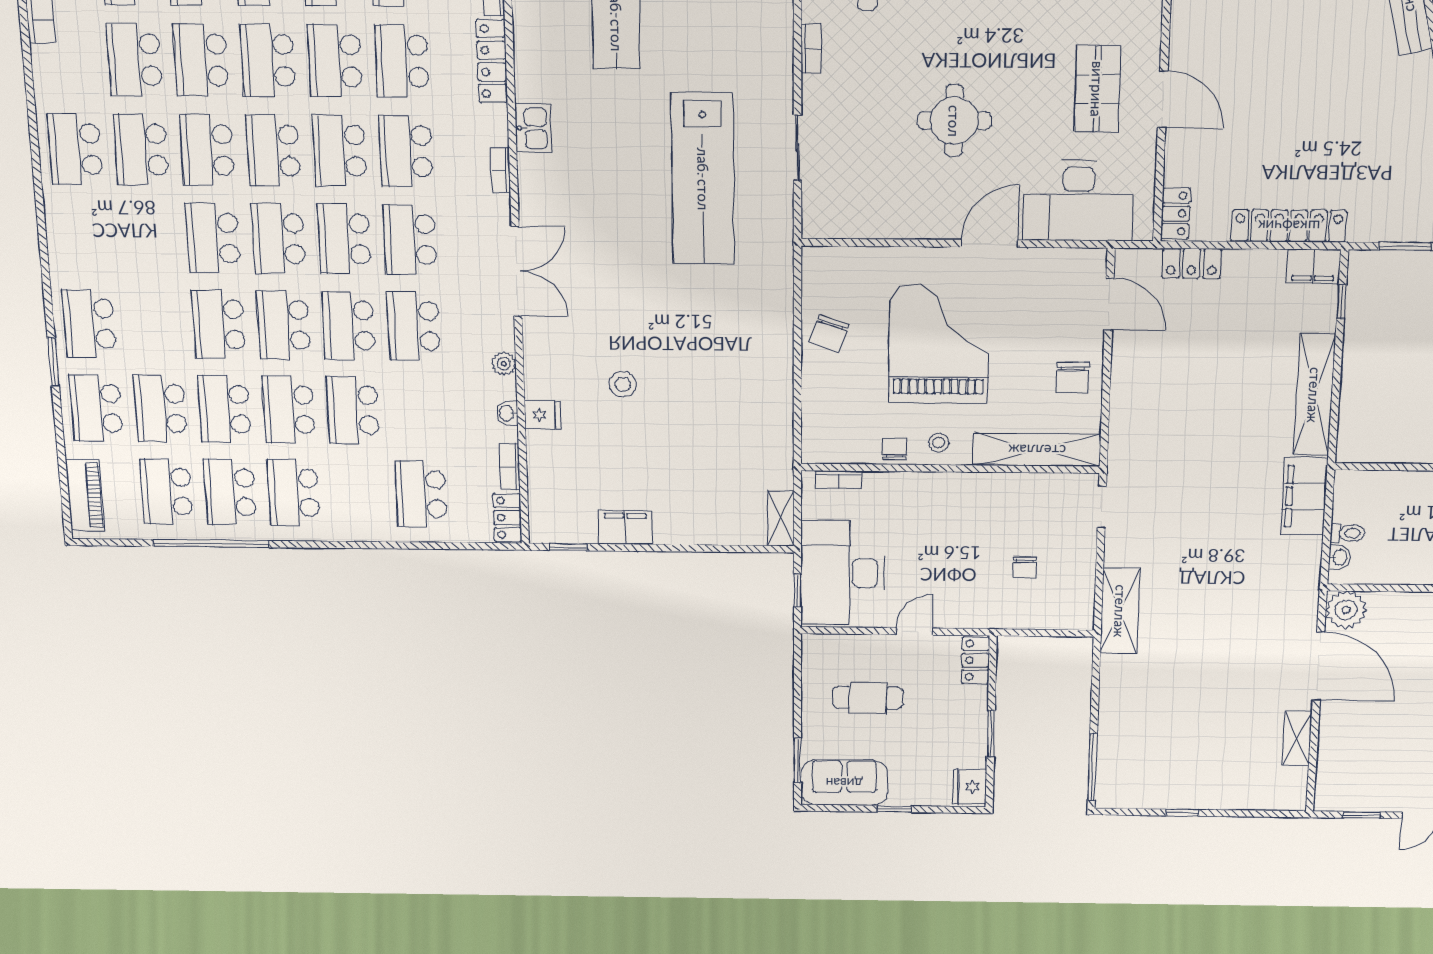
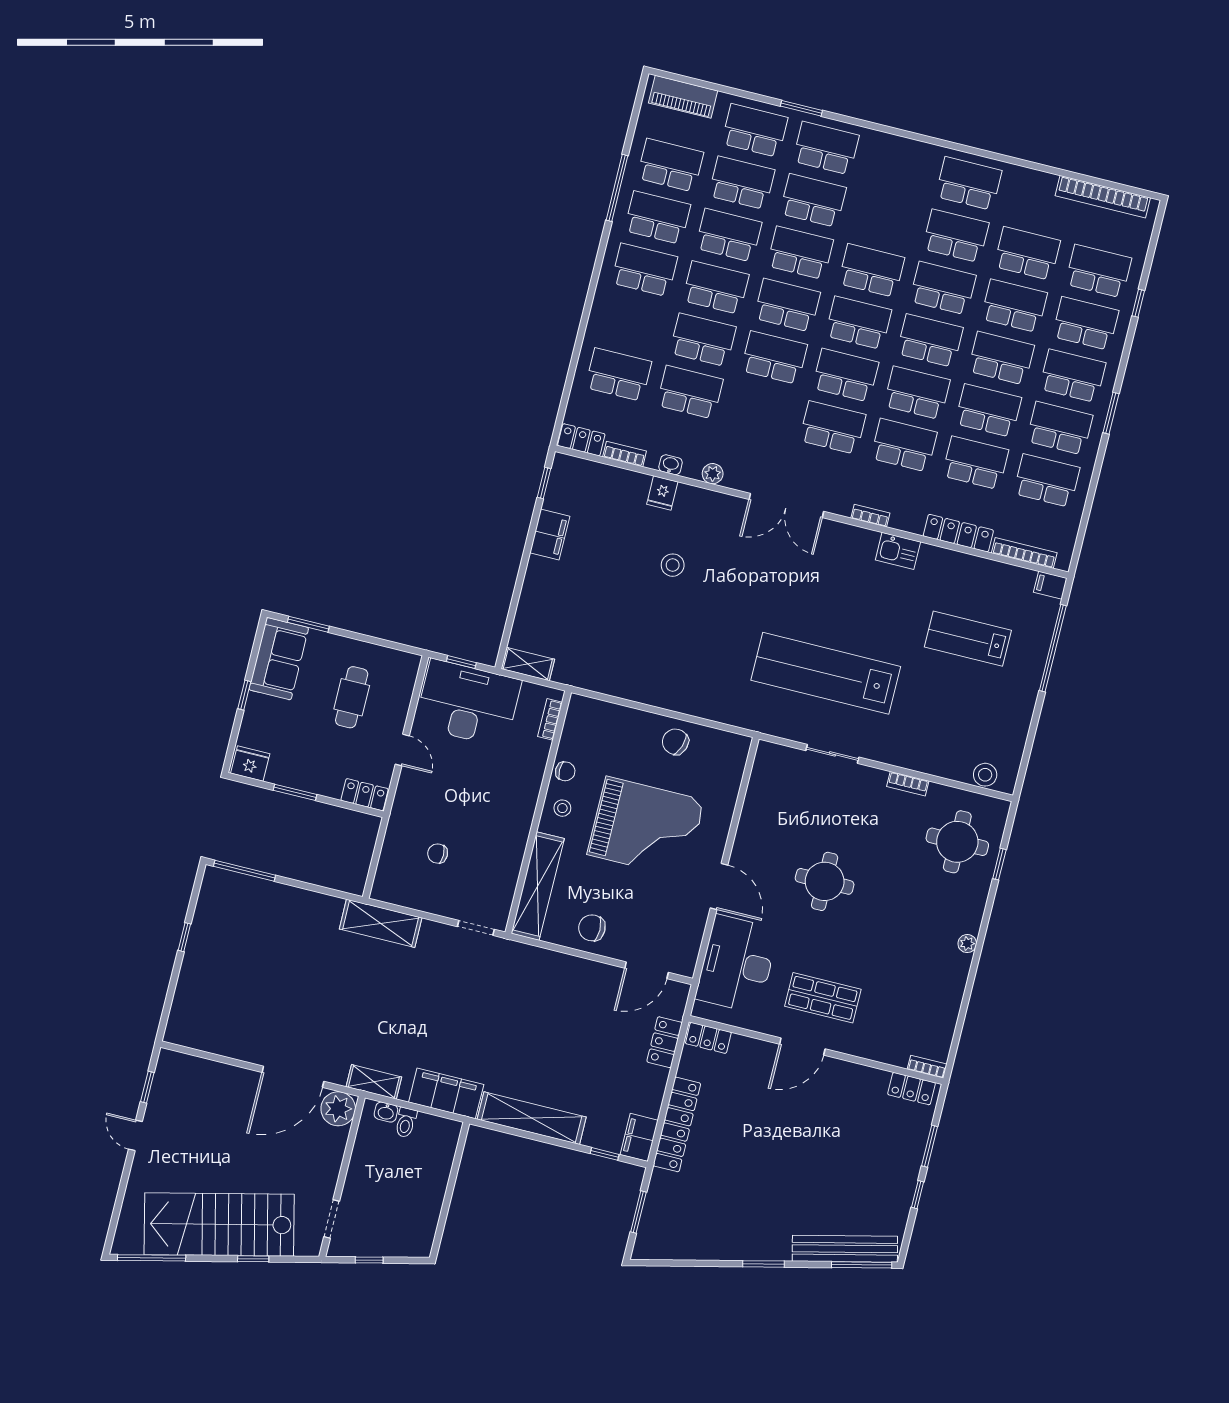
school desk: (154, 324) -> (813, 200), added
school desk: (414, 326) -> (690, 392), moved
window: (211, 543) -> (617, 188), width x0.68
shelving: (1297, 738) -> (374, 1082), moved

